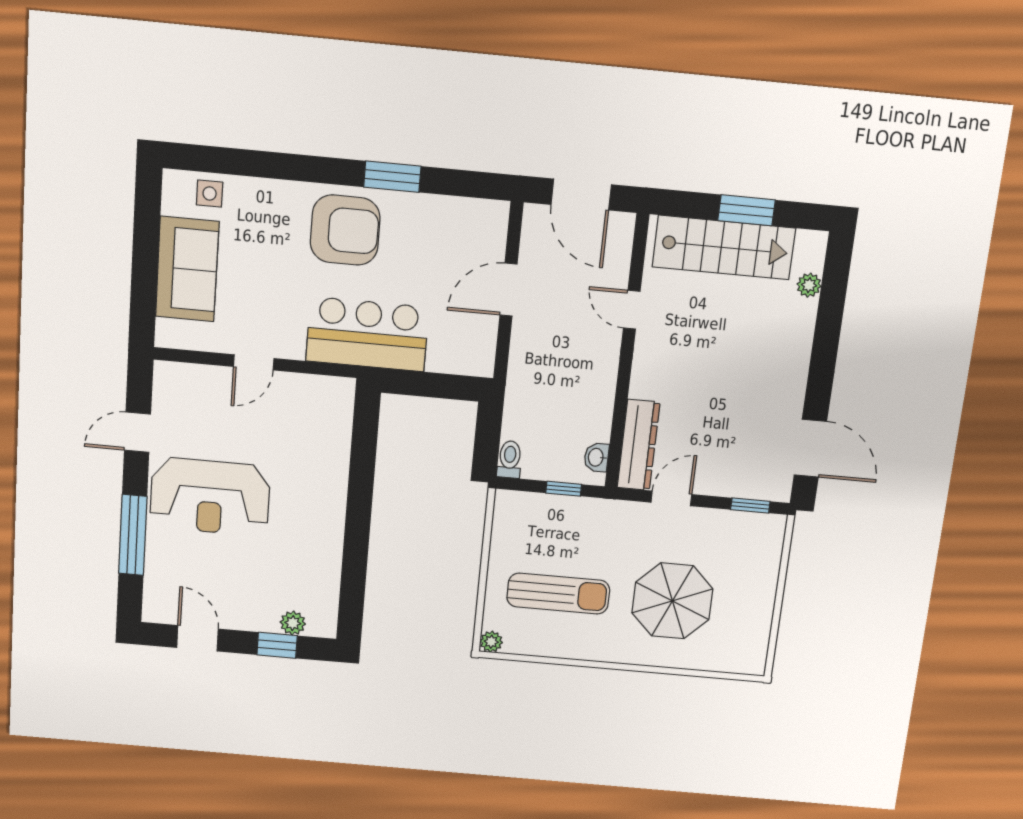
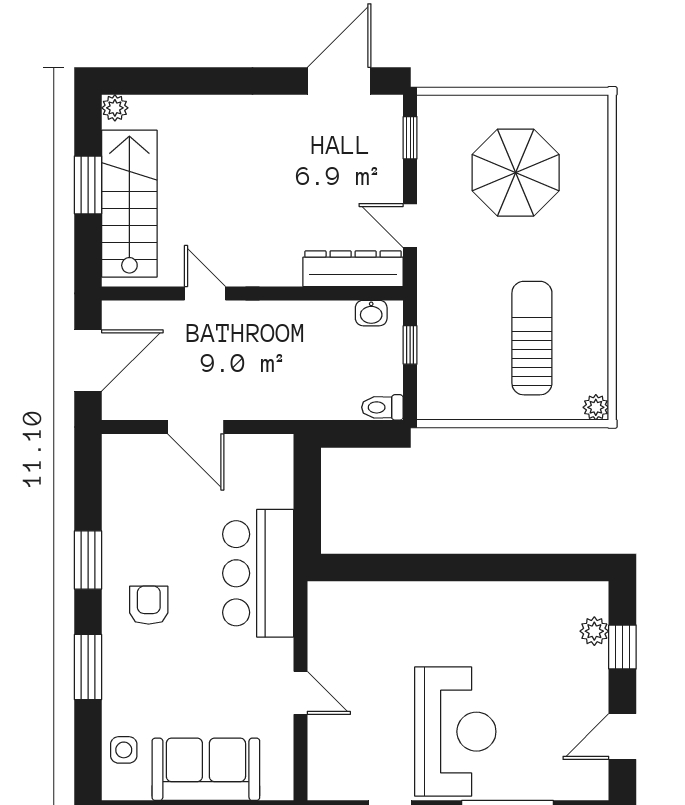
window: (291, 167) -> (88, 667), added
armchair: (345, 230) -> (149, 605), width x0.53, depth x0.53
plant: (809, 285) -> (115, 108), moved
door: (632, 310) -> (205, 293), swing flipped
parasol: (672, 601) -> (516, 173), moved

